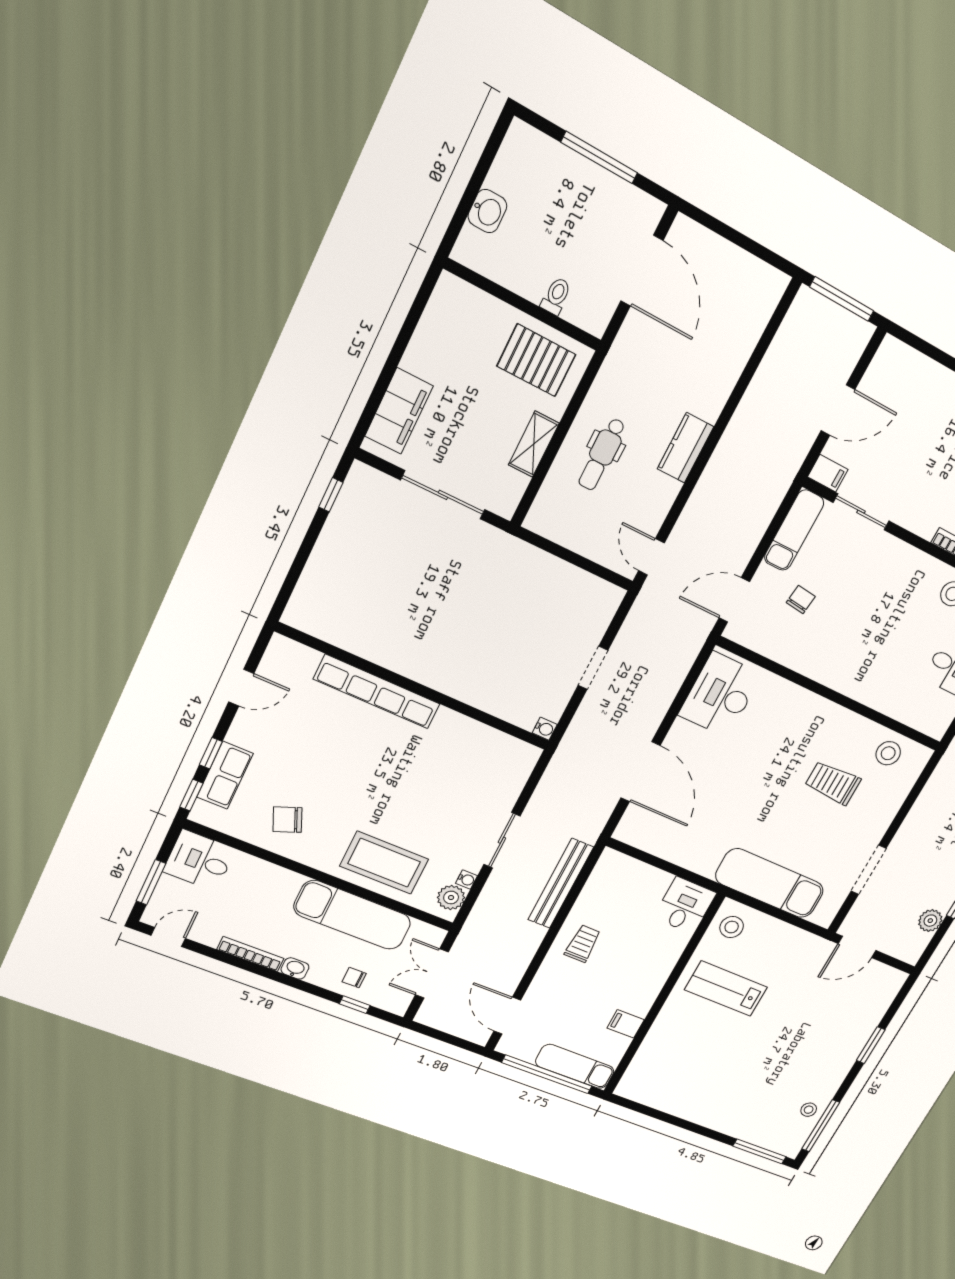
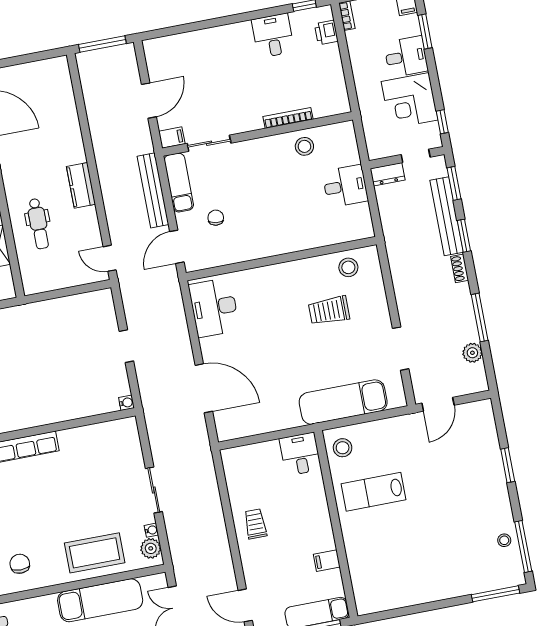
chair: (288, 820) -> (20, 564), turned 112
bench: (561, 883) -> (153, 190), moved

